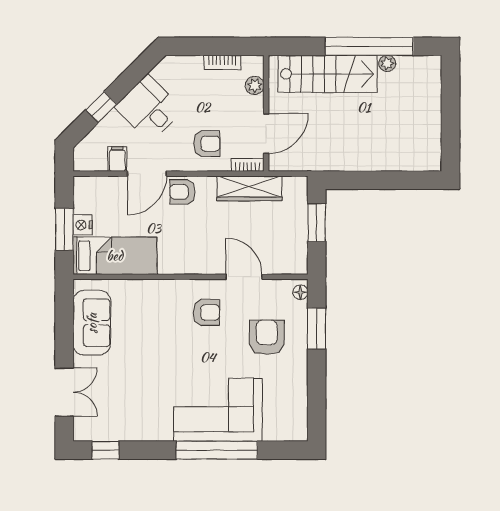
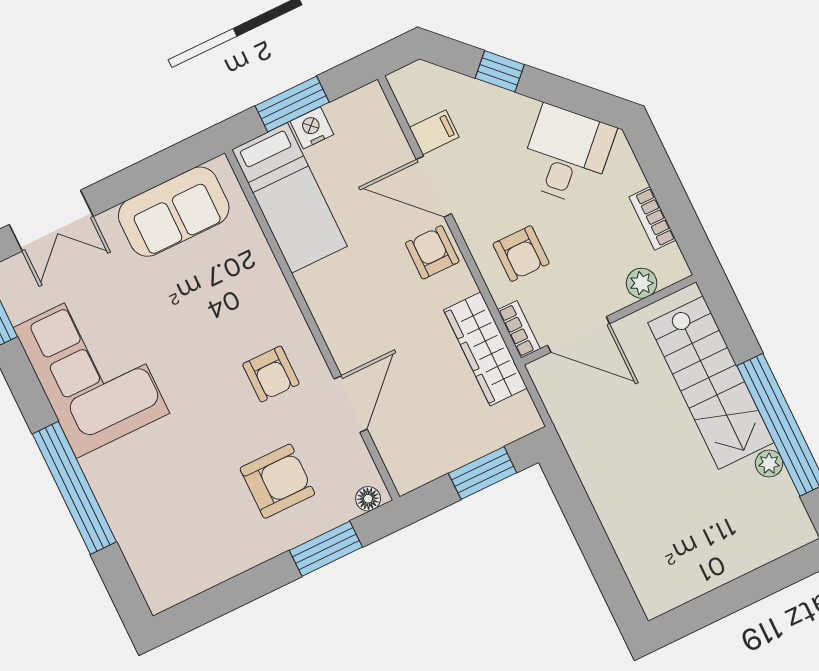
desk: (149, 108) -> (567, 155), moved
corner sofa: (218, 410) -> (91, 371), moved

